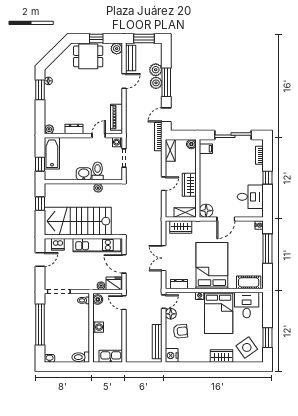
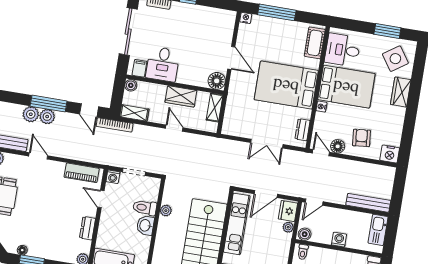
desk: (250, 197) -> (163, 64), moved, turned 180
wardrobe: (181, 227) -> (232, 116), removed
bench: (157, 342) -> (368, 203), moved

